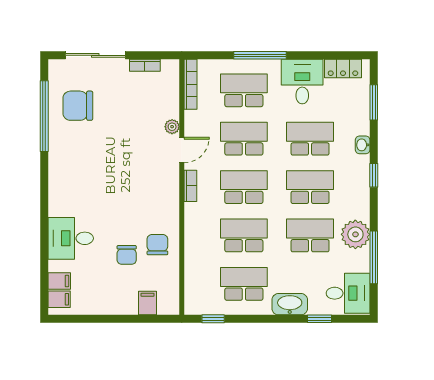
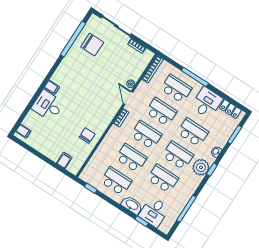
chair: (78, 106) -> (92, 45), turned 180
door: (182, 150) -> (128, 98), swing flipped
plant: (355, 234) -> (201, 167), moved
chair: (127, 255) -> (69, 131), removed
filing cabinet: (59, 281) -> (52, 87), moved
desk: (348, 293) -> (154, 212), moved, turned 90

